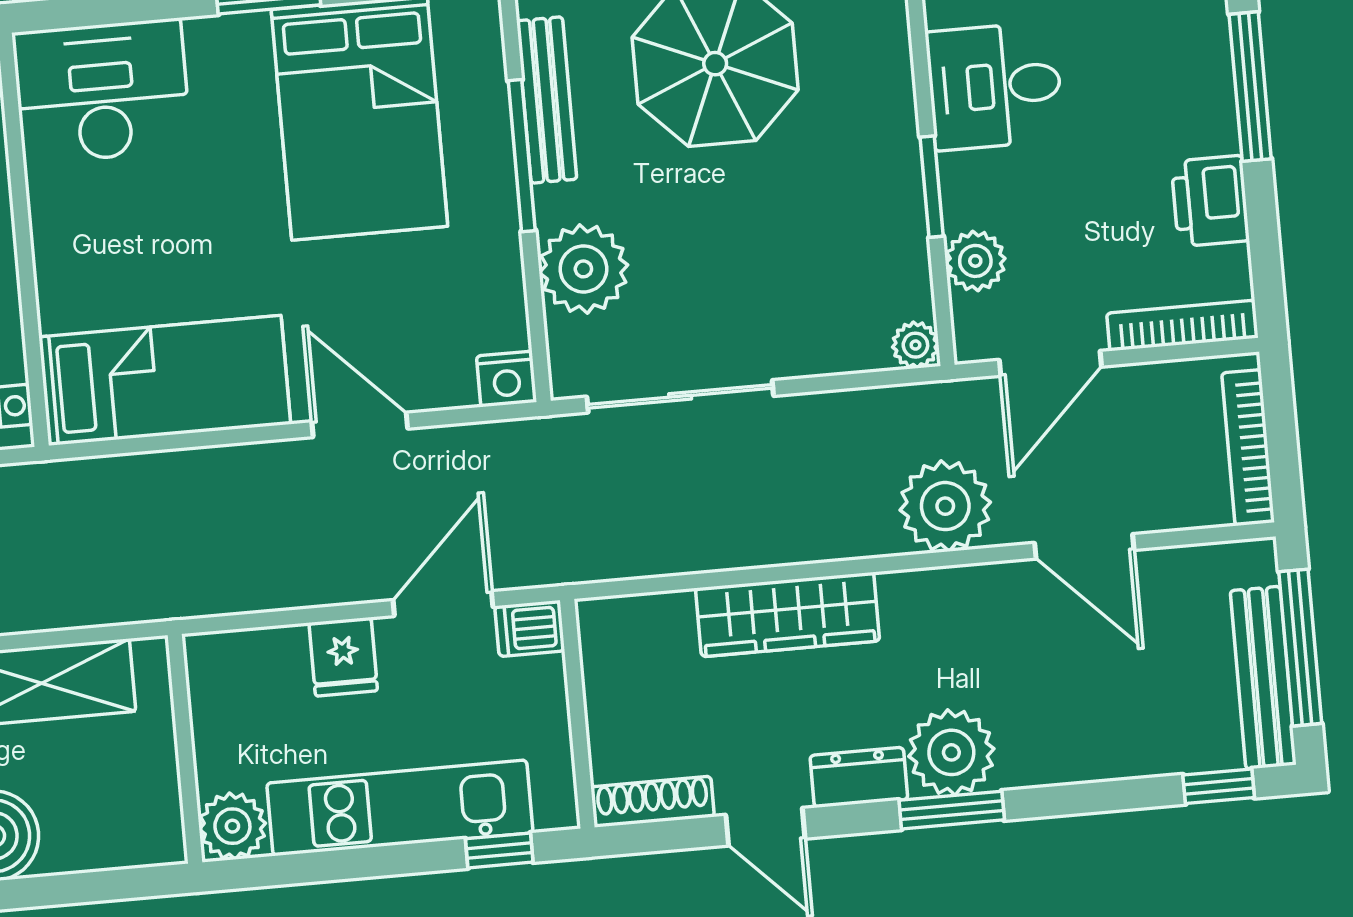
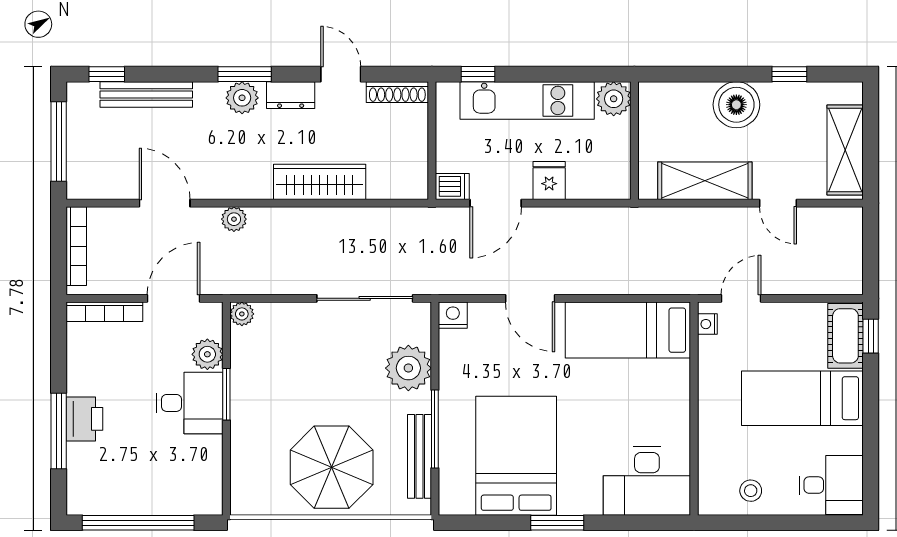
desk: (995, 86) -> (189, 403), moved
printer: (1210, 201) -> (84, 419), moved
plant: (945, 506) -> (234, 219), width x0.53, depth x0.53
bench: (1263, 678) -> (146, 94), moved, turned 90
plant: (951, 752) -> (242, 98), width x0.73, depth x0.73

